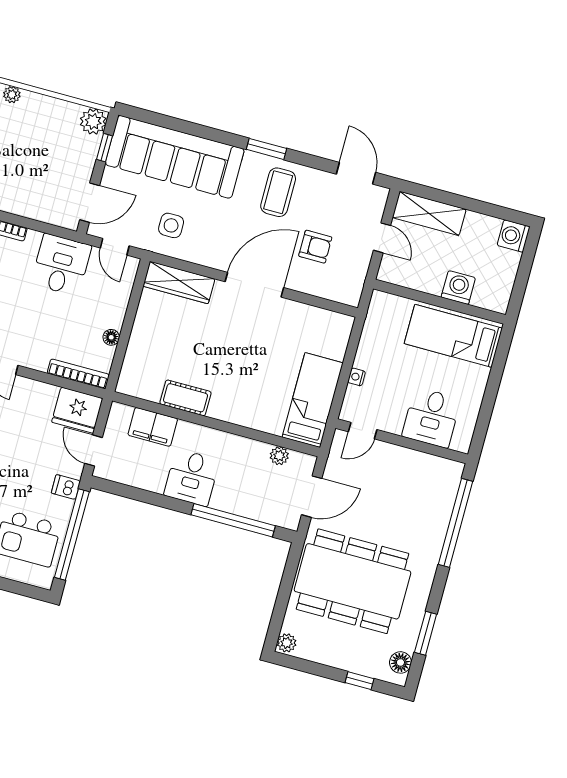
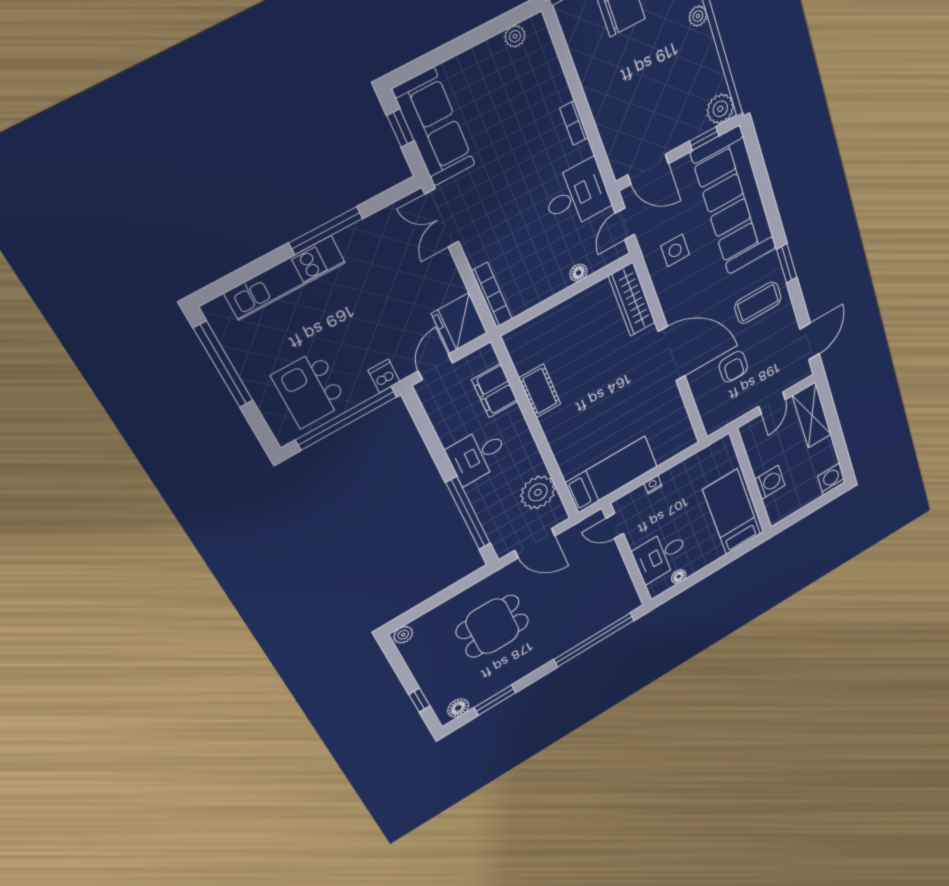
floor lamp: (111, 337) -> (579, 273), moved
floor lamp: (470, 418) -> (679, 577), added
plant: (279, 456) -> (538, 492), width x1.87, depth x1.87
dining table: (353, 581) -> (492, 626), width x0.53, depth x0.80

